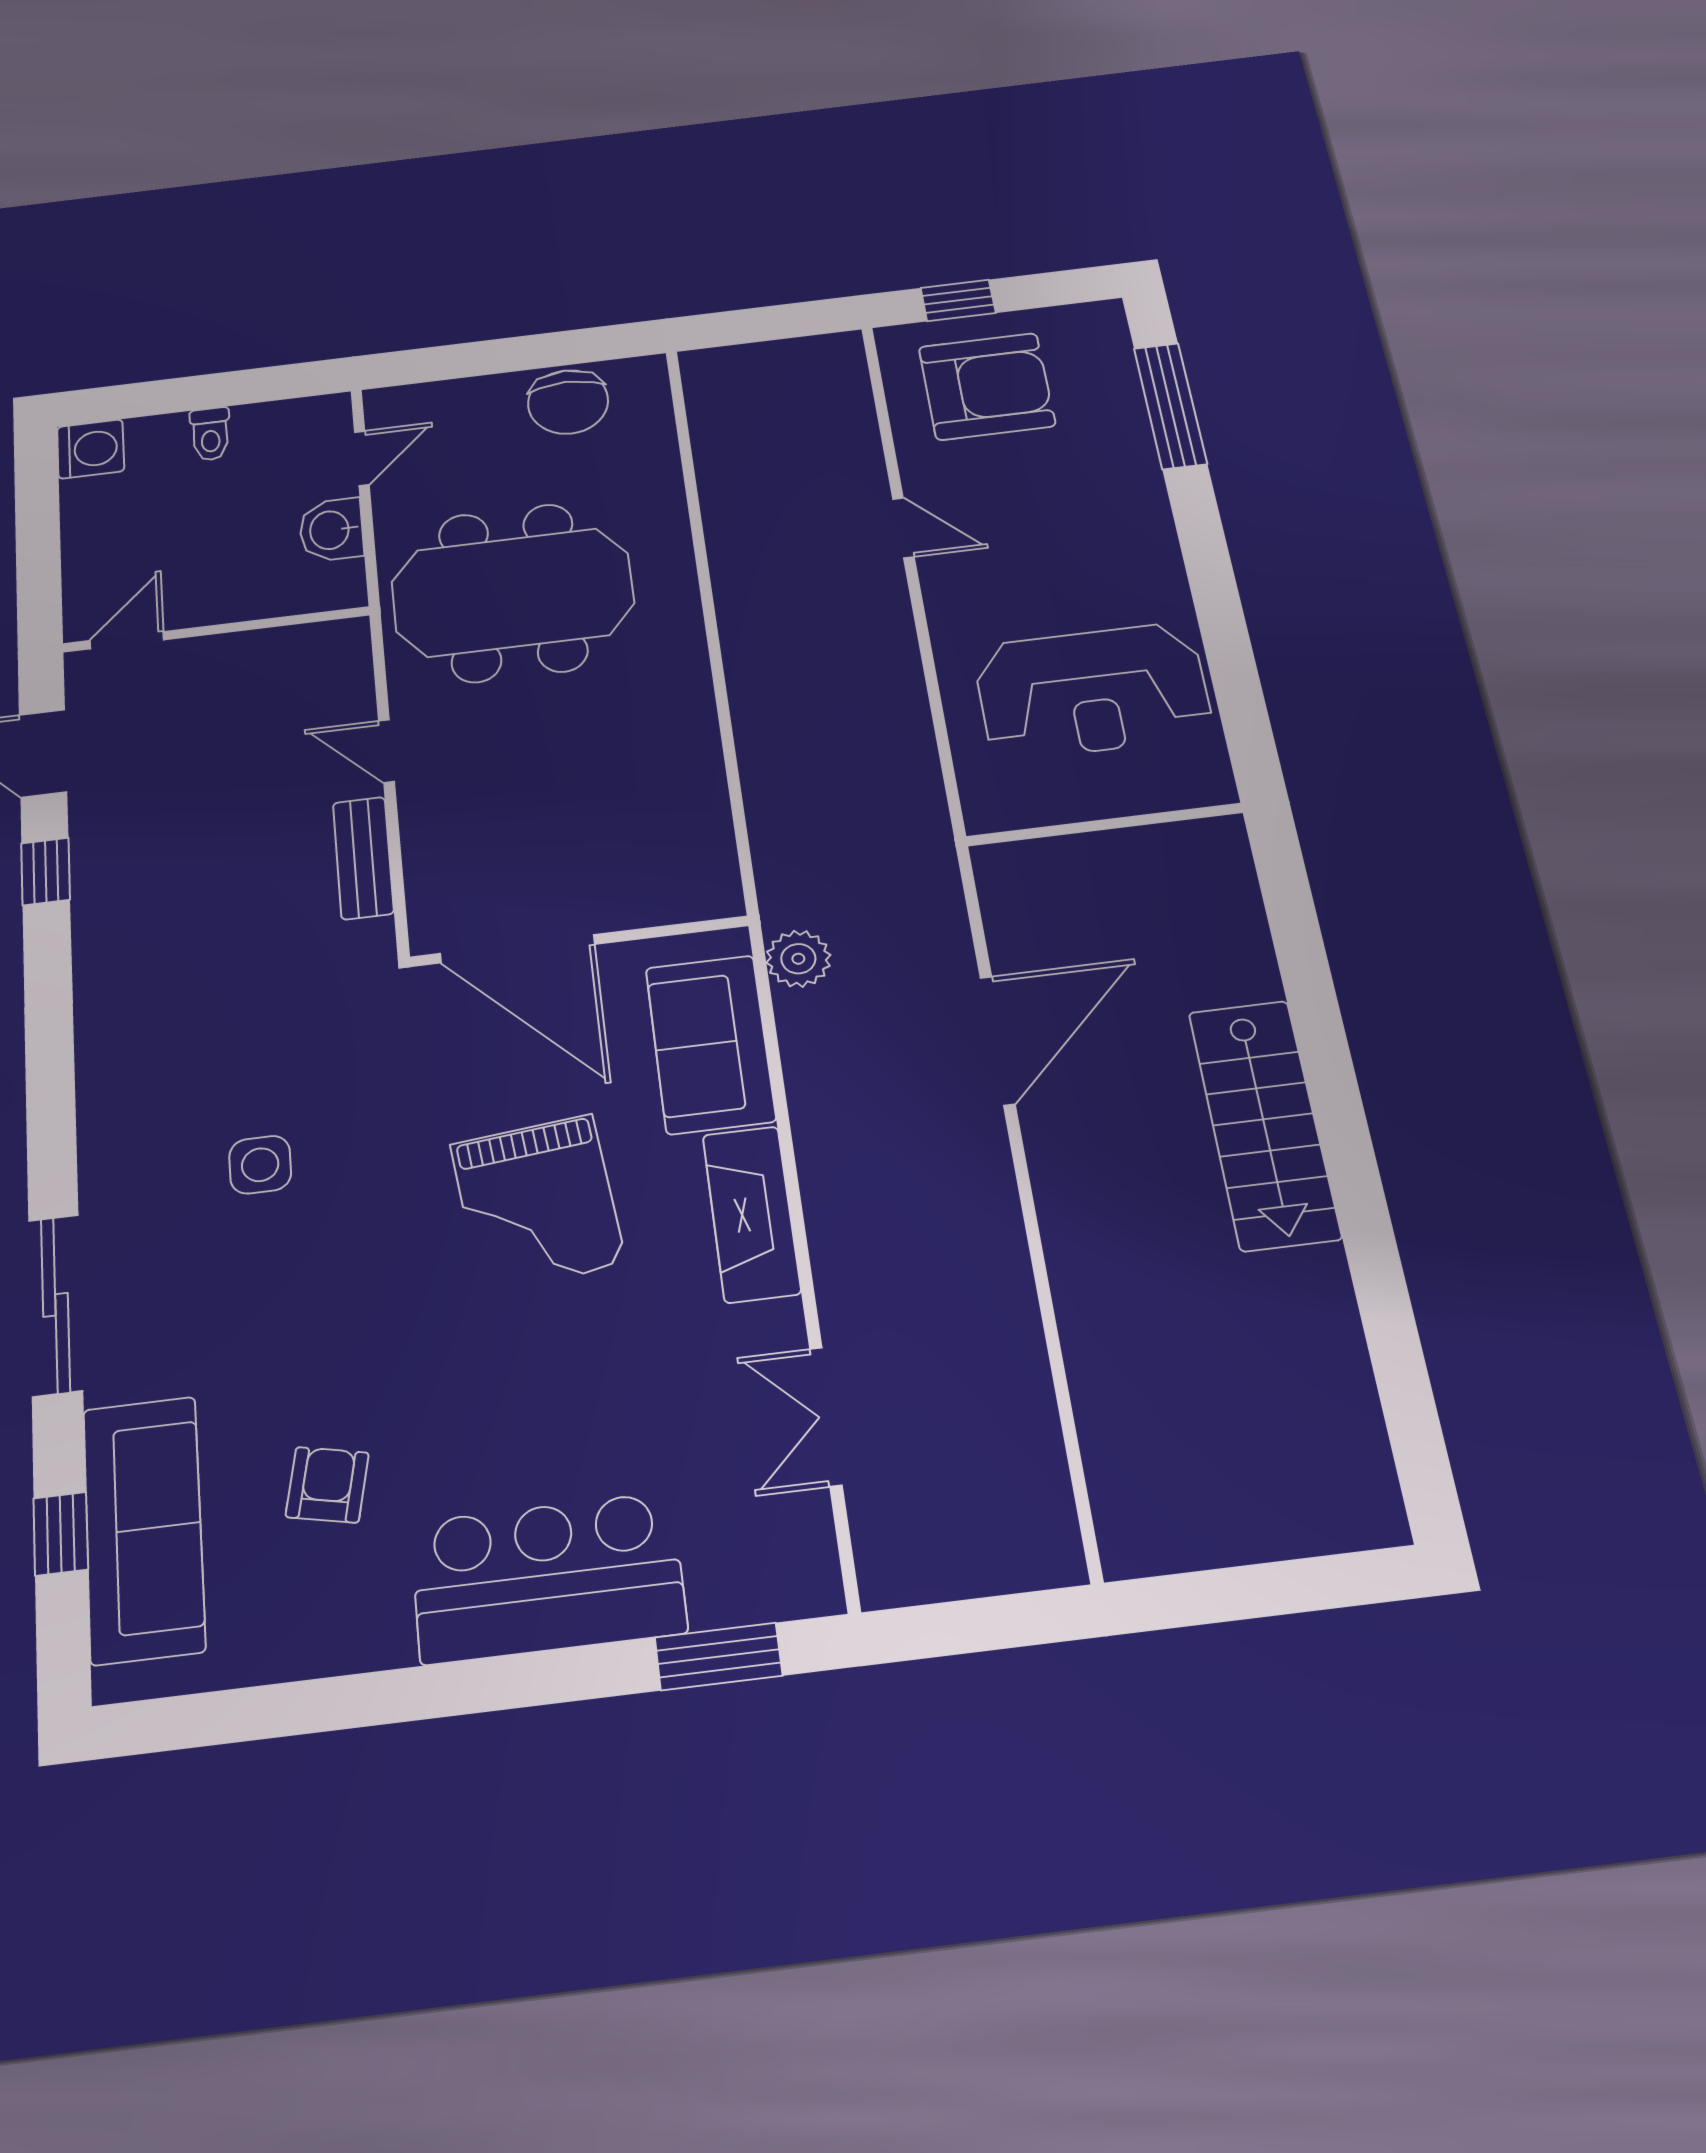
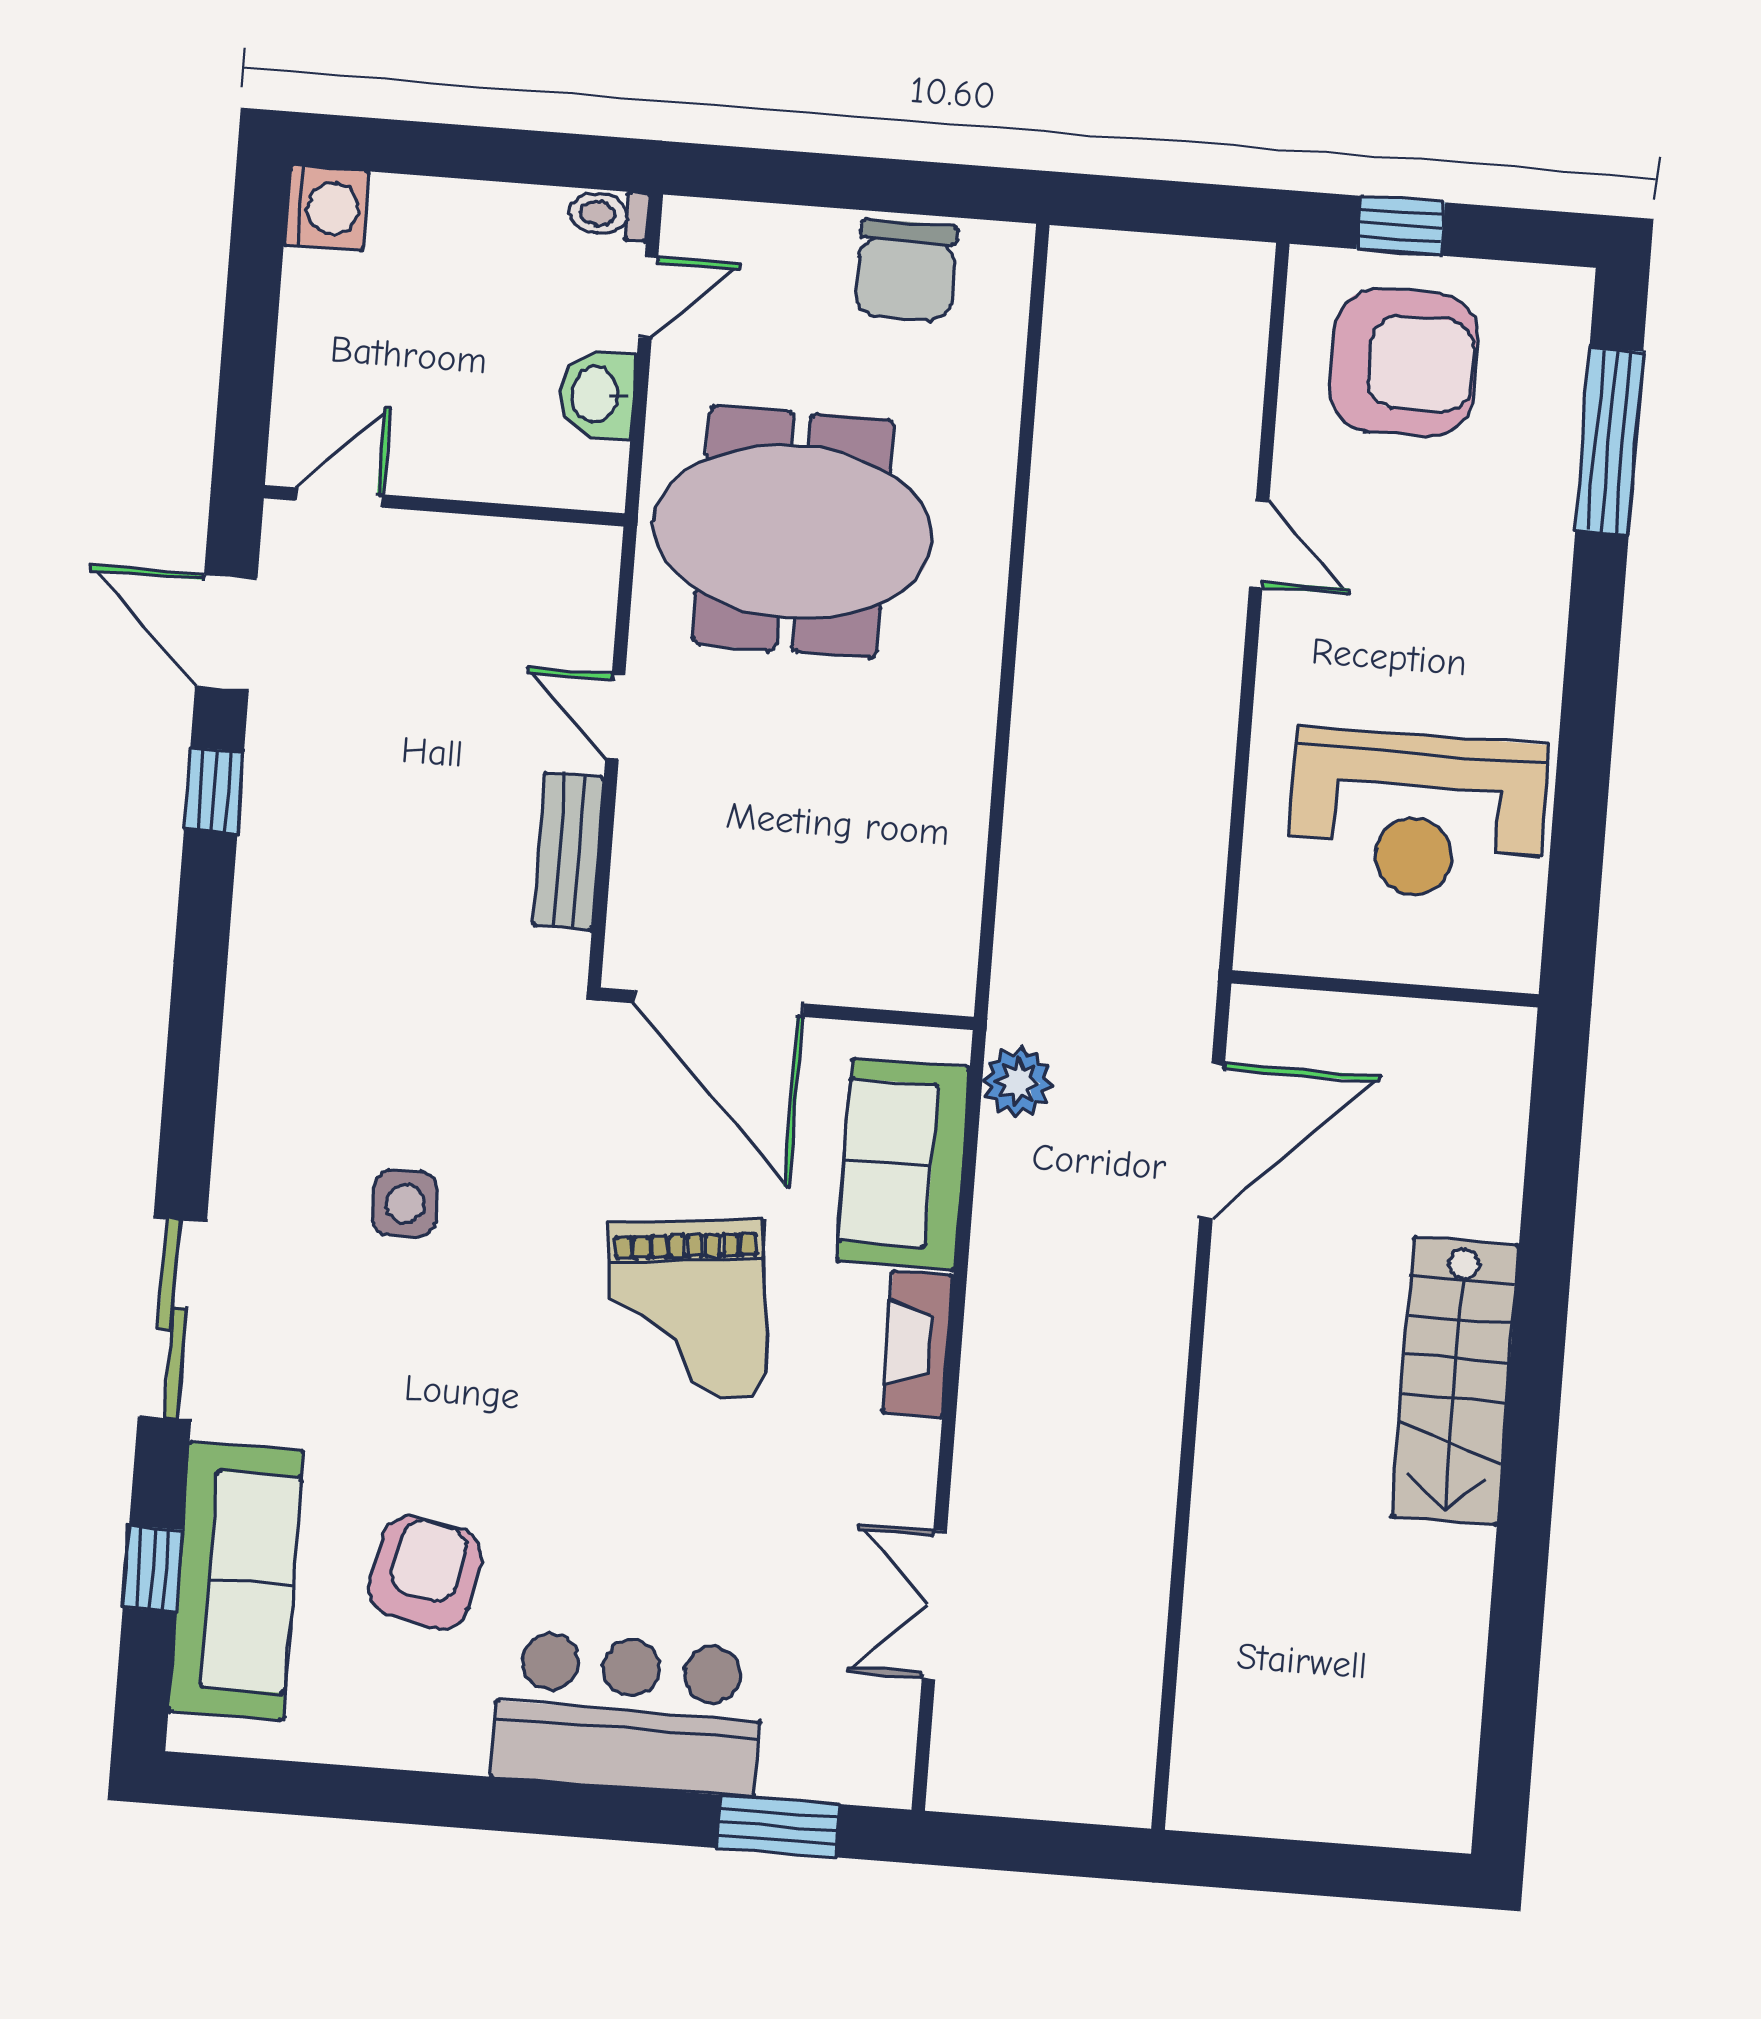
toilet: (210, 434) -> (609, 214), moved, turned 90
door: (998, 1040) -> (1212, 1141), moved
fireplace: (751, 1214) -> (918, 1344), width x0.73, depth x0.76
armchair: (327, 1485) -> (425, 1573), width x1.38, depth x1.38

